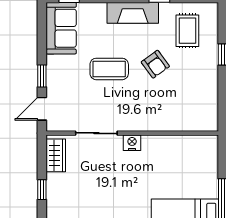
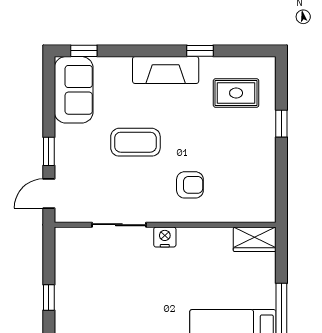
rug: (187, 31) -> (236, 93), turned 90
armchair: (155, 64) -> (190, 185), moved, turned -54
wardrobe: (56, 155) -> (255, 239), moved, turned 90

